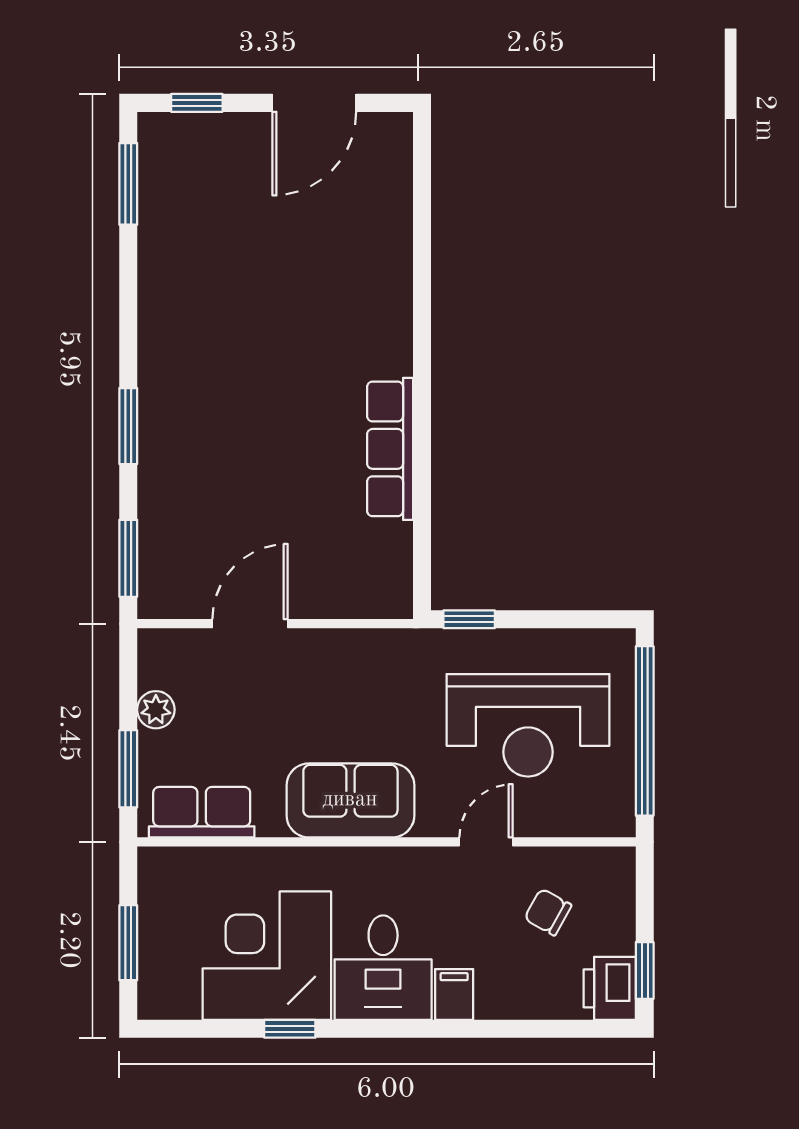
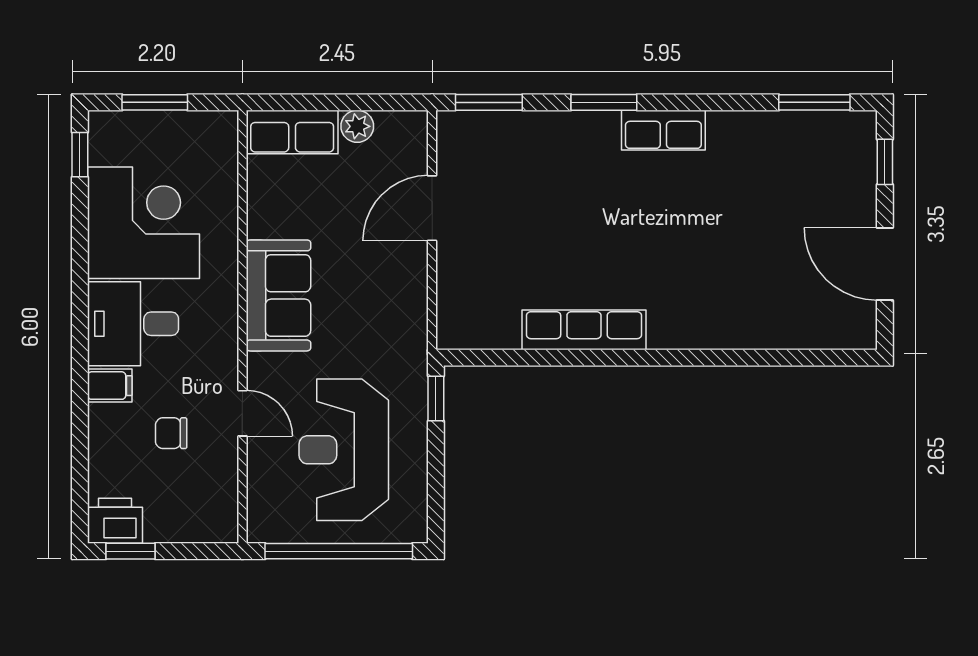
row of seats: (160, 358) -> (663, 130), added
door: (250, 624) -> (432, 208), swing flipped
window: (128, 769) -> (306, 102), removed
row of seats: (202, 812) -> (292, 132), moved, turned 90
chair: (548, 912) -> (171, 433), moved, turned -119
window: (290, 1029) -> (80, 155), moved

